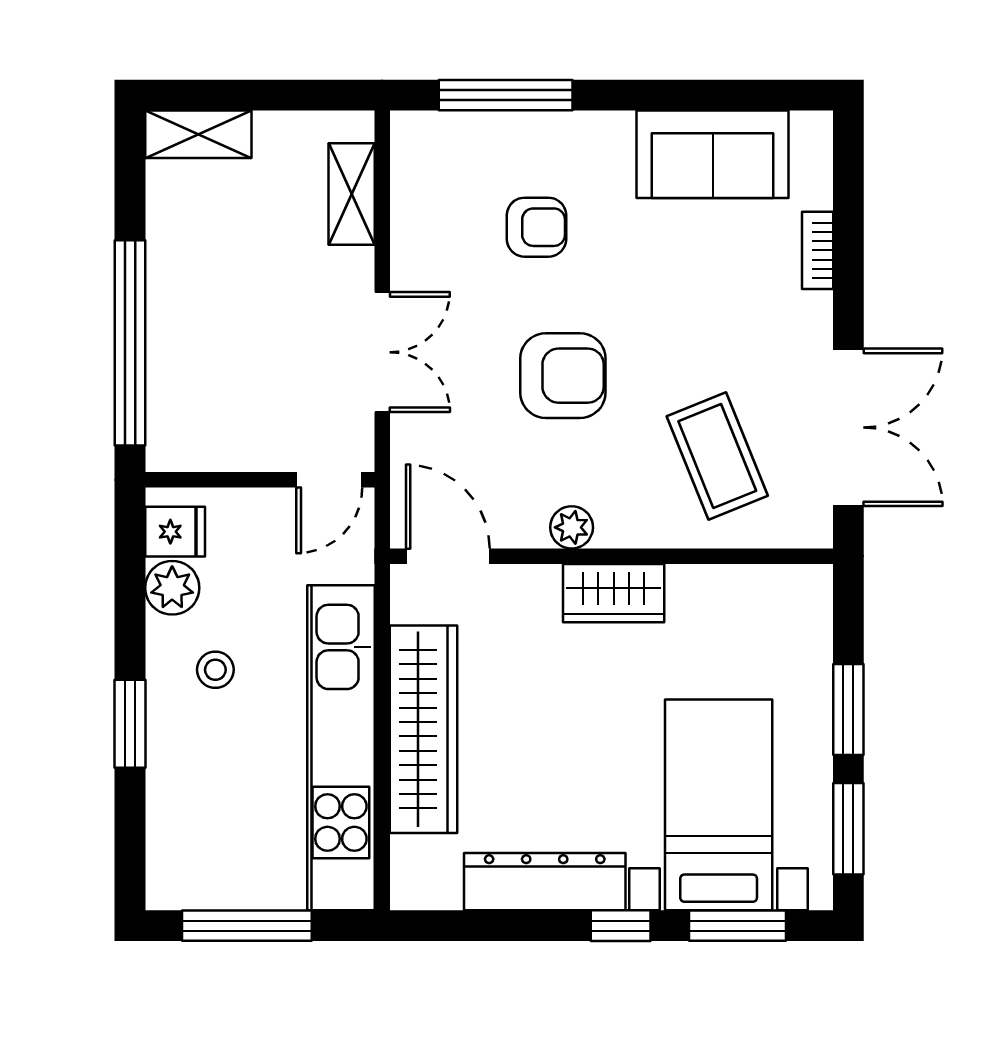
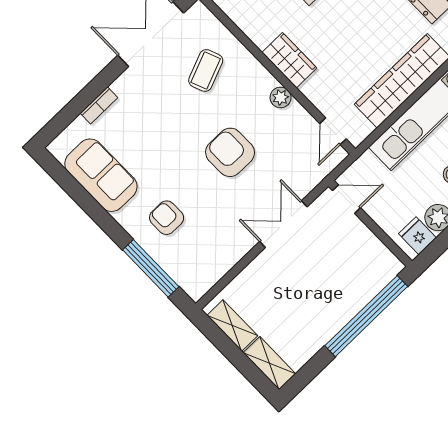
shelving: (352, 194) -> (232, 326), moved, turned 90
armchair: (536, 227) -> (167, 218), moved
coffee table: (717, 456) -> (206, 70), width x0.73, depth x0.77
door: (448, 556) -> (333, 131), width x0.73

